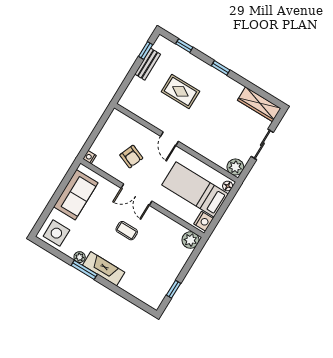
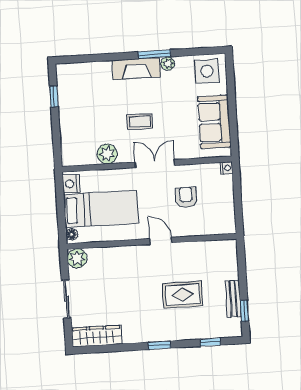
armchair: (131, 157) -> (186, 197), turned 68
plant: (190, 240) -> (107, 154), moved

